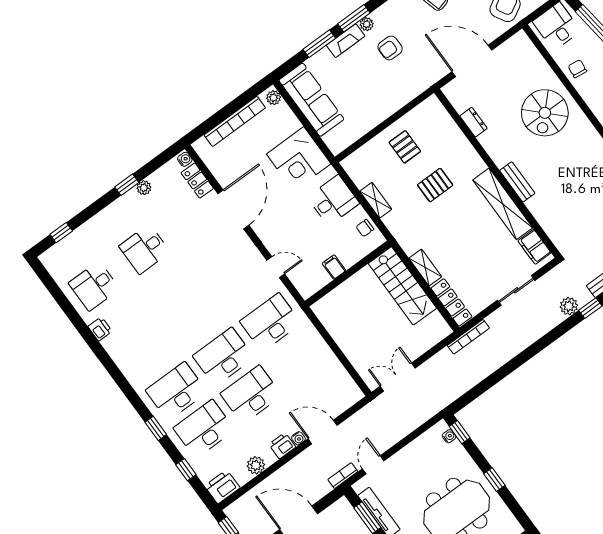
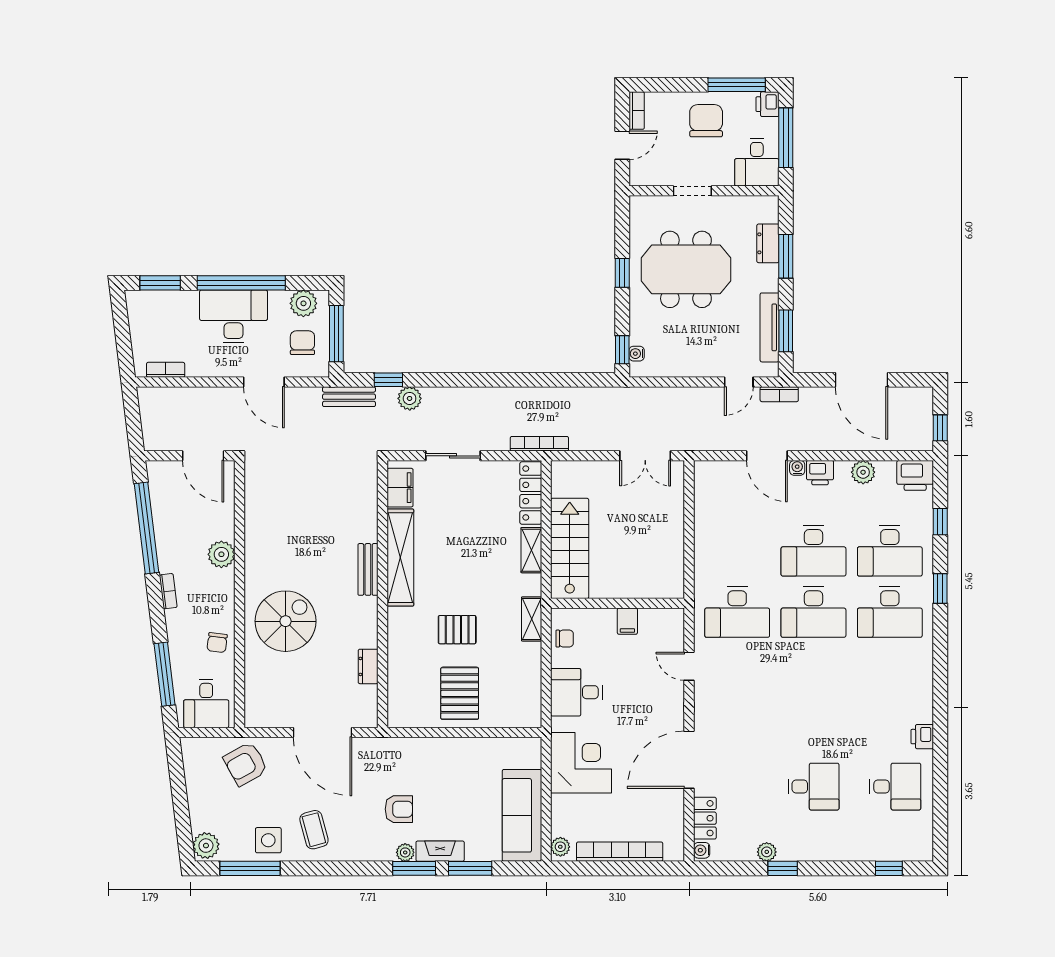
pallet: (405, 147) -> (460, 693), width x1.50, depth x1.42
shelving: (376, 200) -> (532, 619), moved

